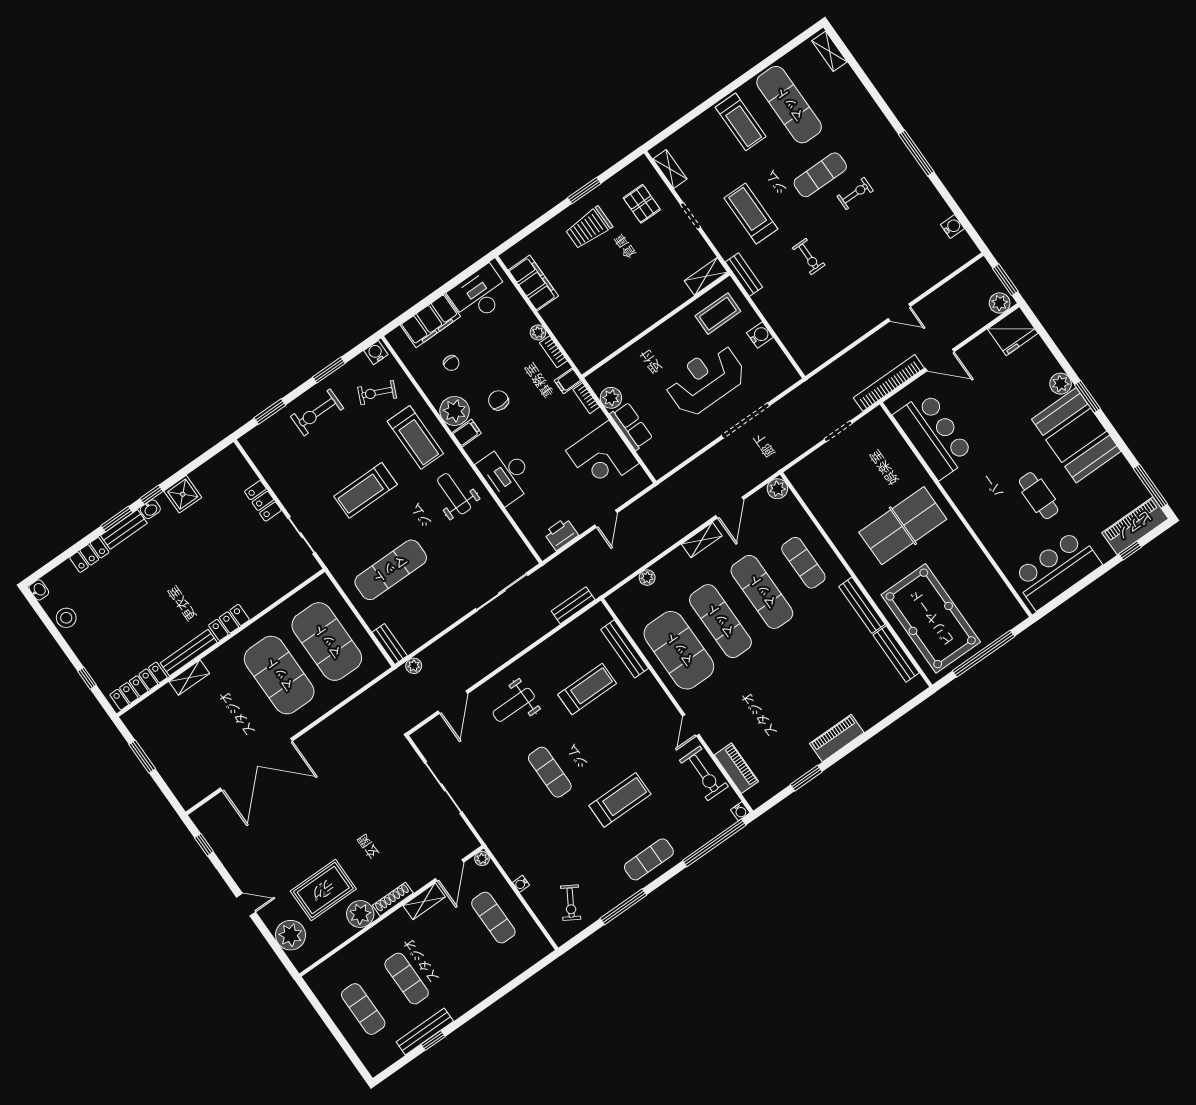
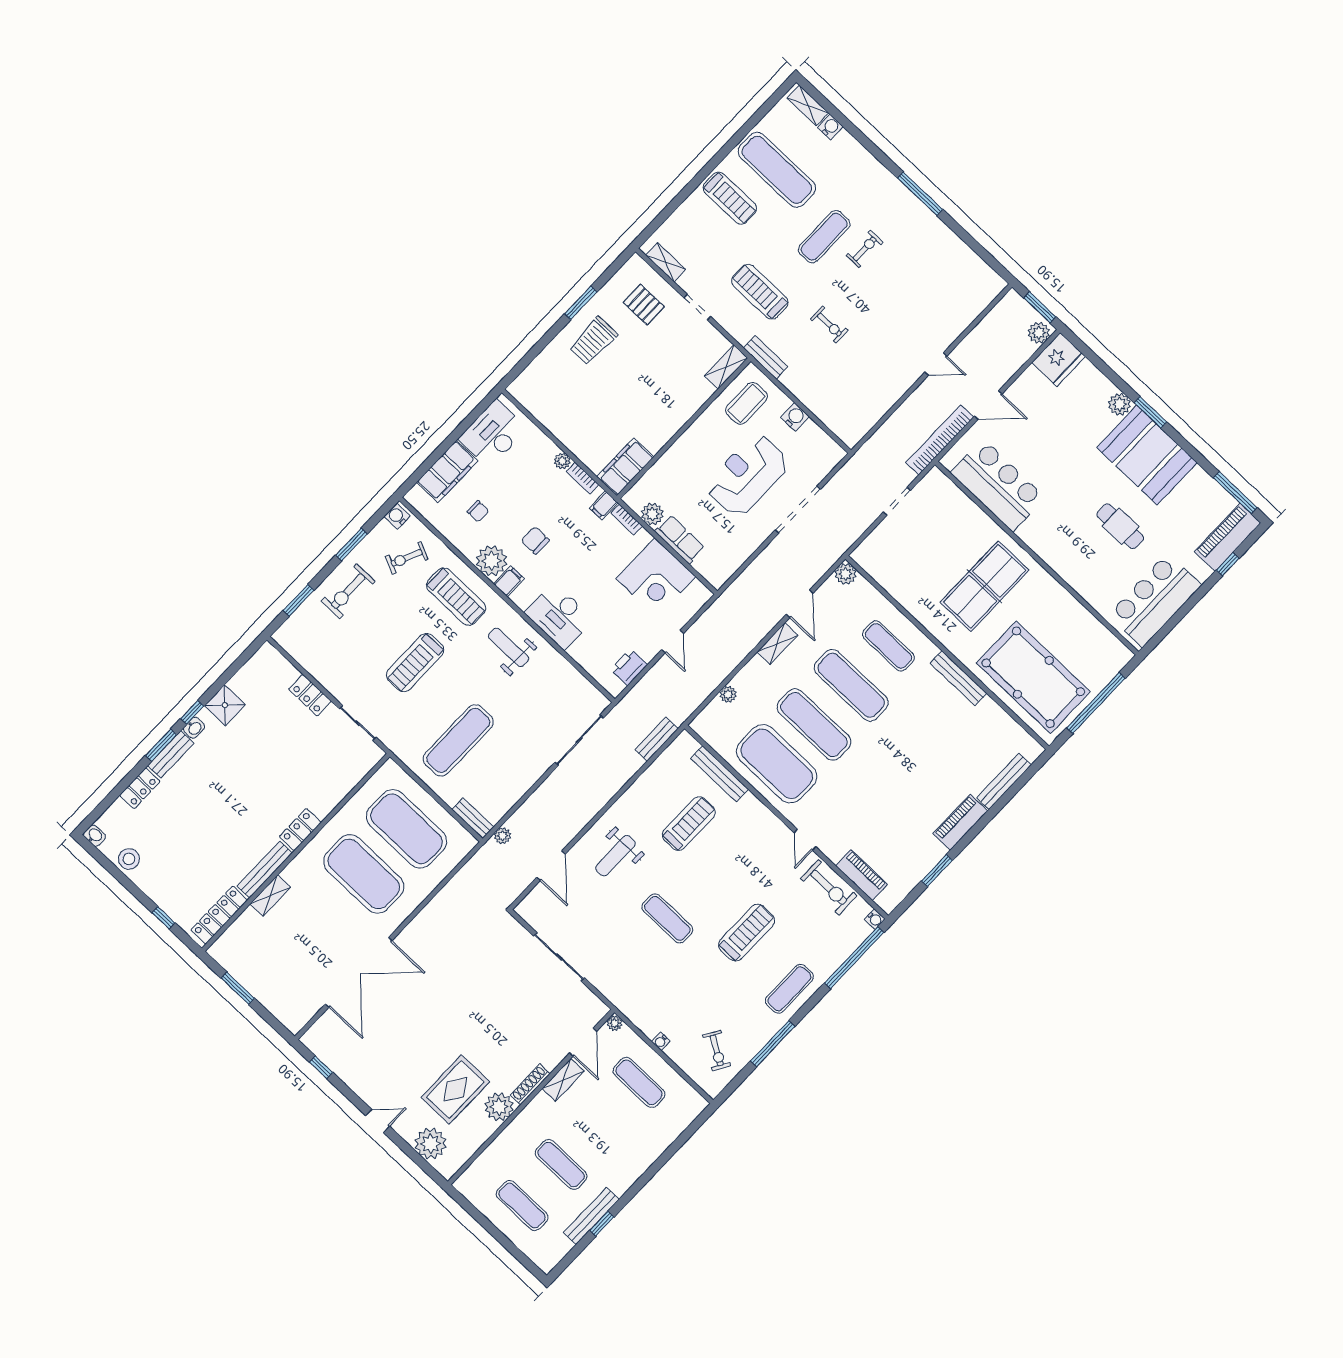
water cooler: (953, 227) -> (830, 127), moved
filing cabinet: (533, 283) -> (625, 467), moved, turned -90
bench: (896, 654) -> (1004, 781), moved, turned 90

